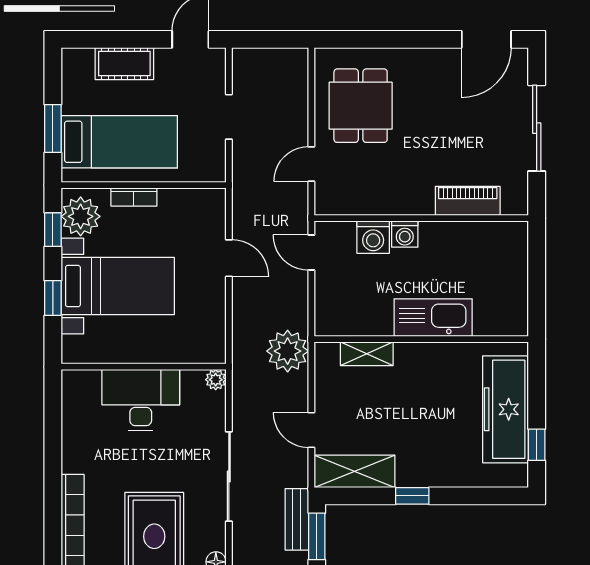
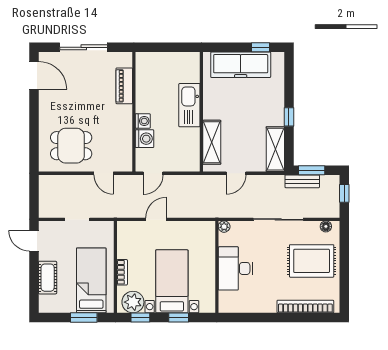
plant: (288, 351) -> (208, 186), removed
shelving: (367, 354) -> (212, 142), width x1.50, depth x1.33
door: (311, 430) -> (236, 173), moved

